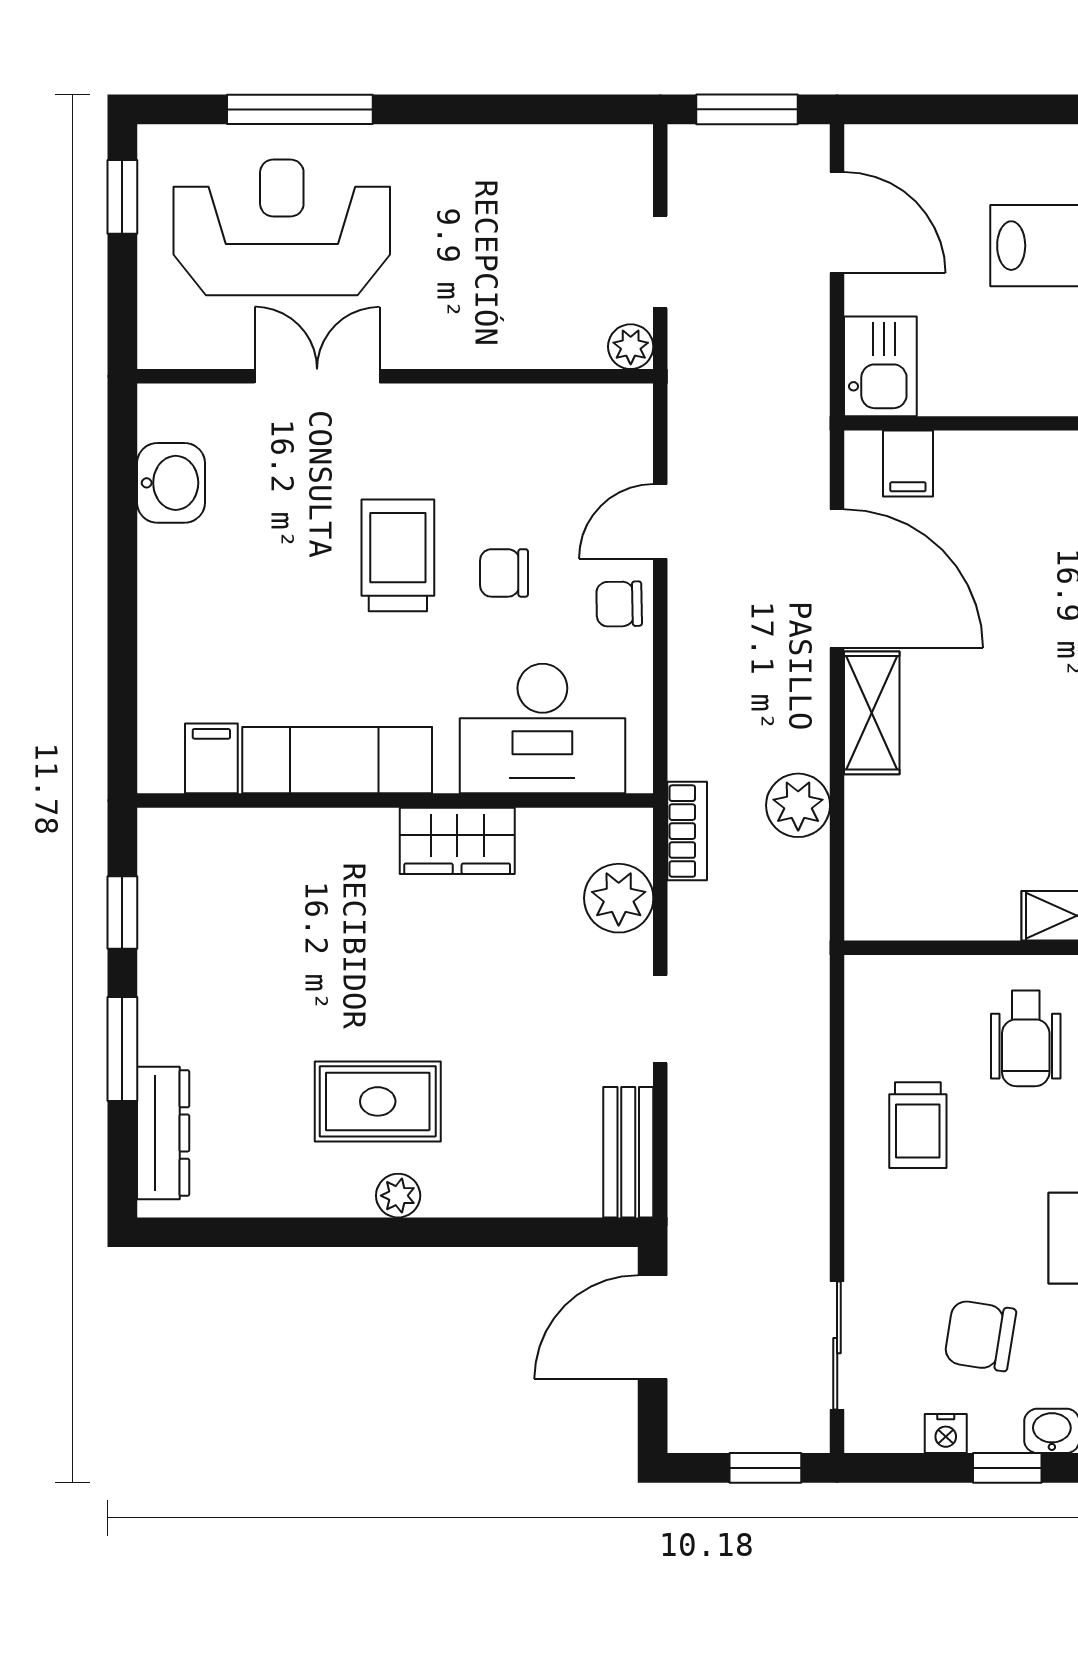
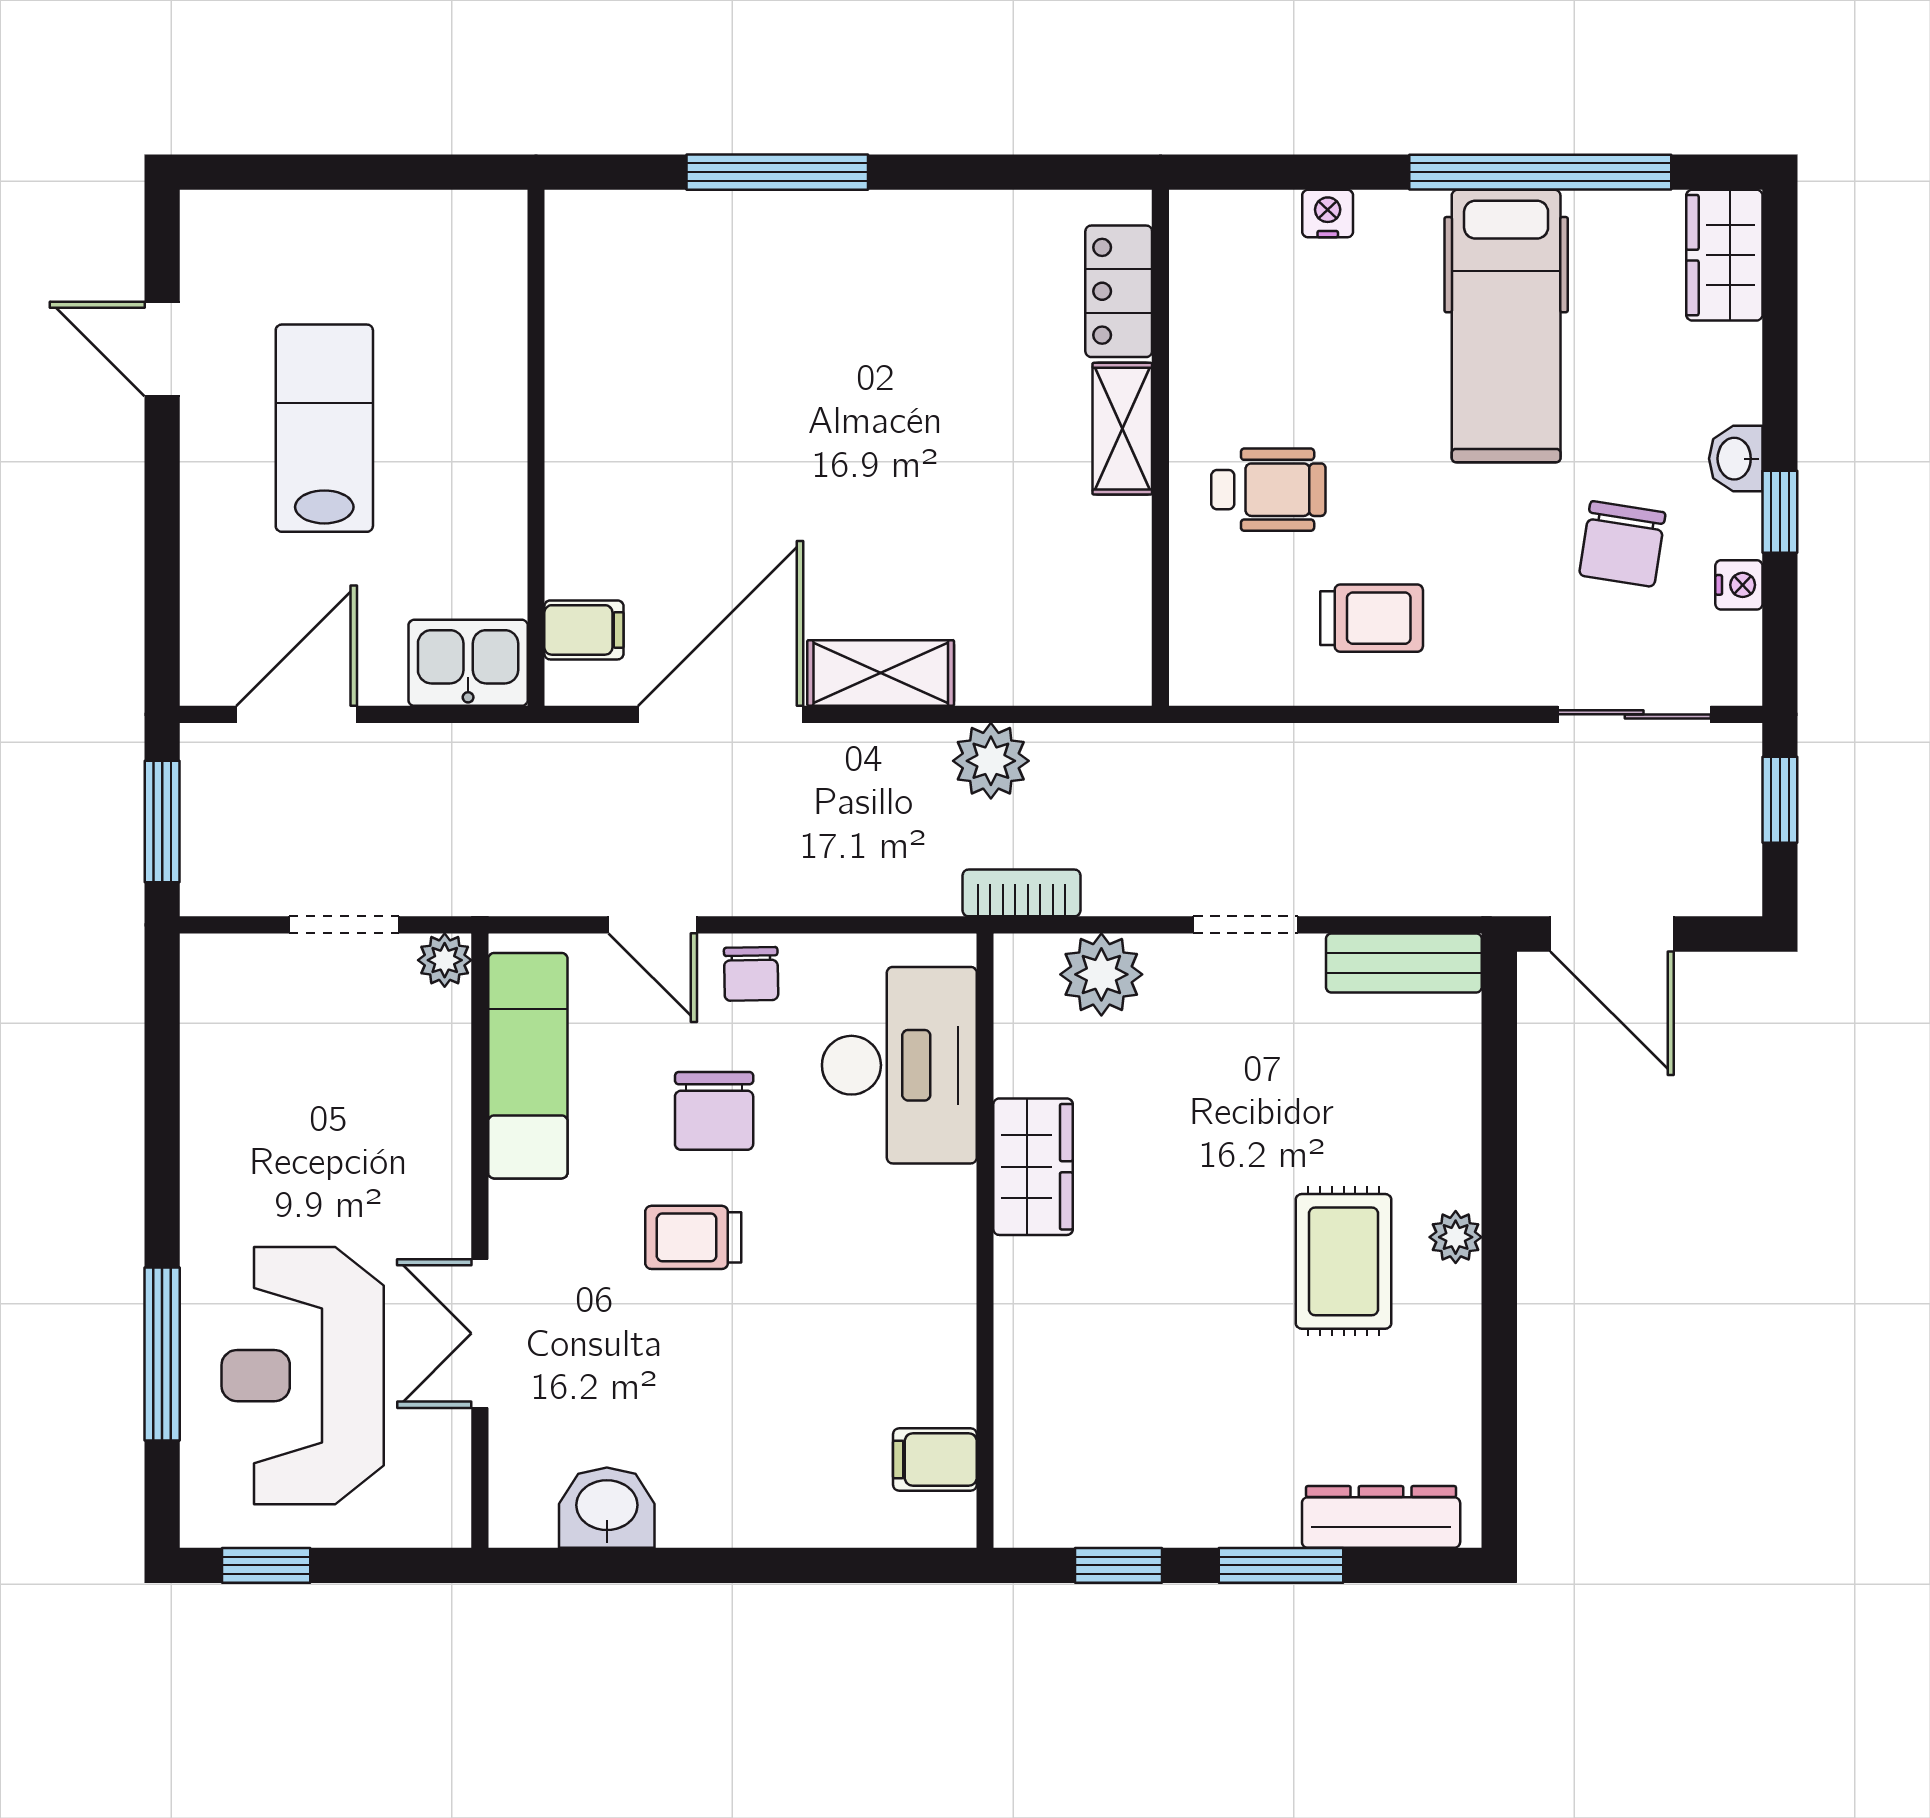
trolley: (398, 555) -> (693, 1237), width x0.73, depth x0.72
chair: (504, 573) -> (714, 1111), width x1.37, depth x1.37
exam couch: (337, 760) -> (528, 1066), moved, turned 180

